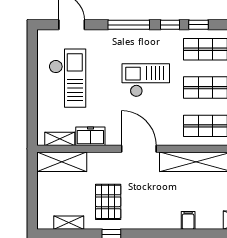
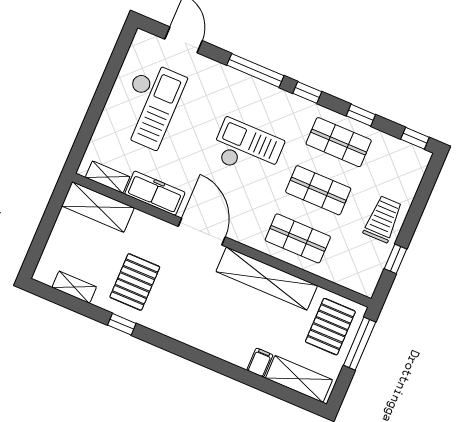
window: (199, 25) -> (361, 115), moved
freezer: (90, 136) -> (155, 193), width x1.40
filing cabinet: (188, 220) -> (260, 363), moved

